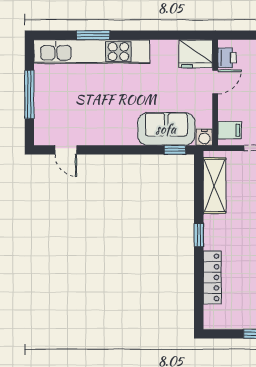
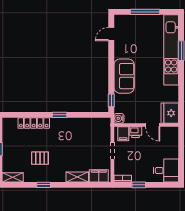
printer: (227, 58) -> (135, 132), moved
sofa: (166, 129) -> (124, 76), moved
shelving: (215, 186) -> (90, 125), removed

